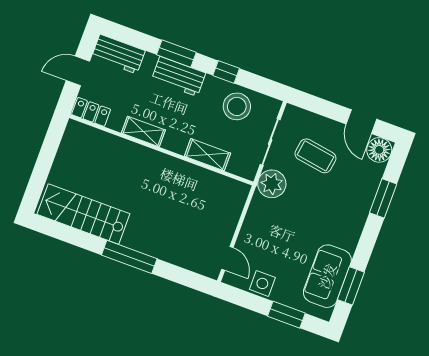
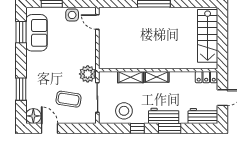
shelving: (143, 132) -> (157, 77), moved
stairs: (83, 214) -> (208, 36), moved, turned 90

